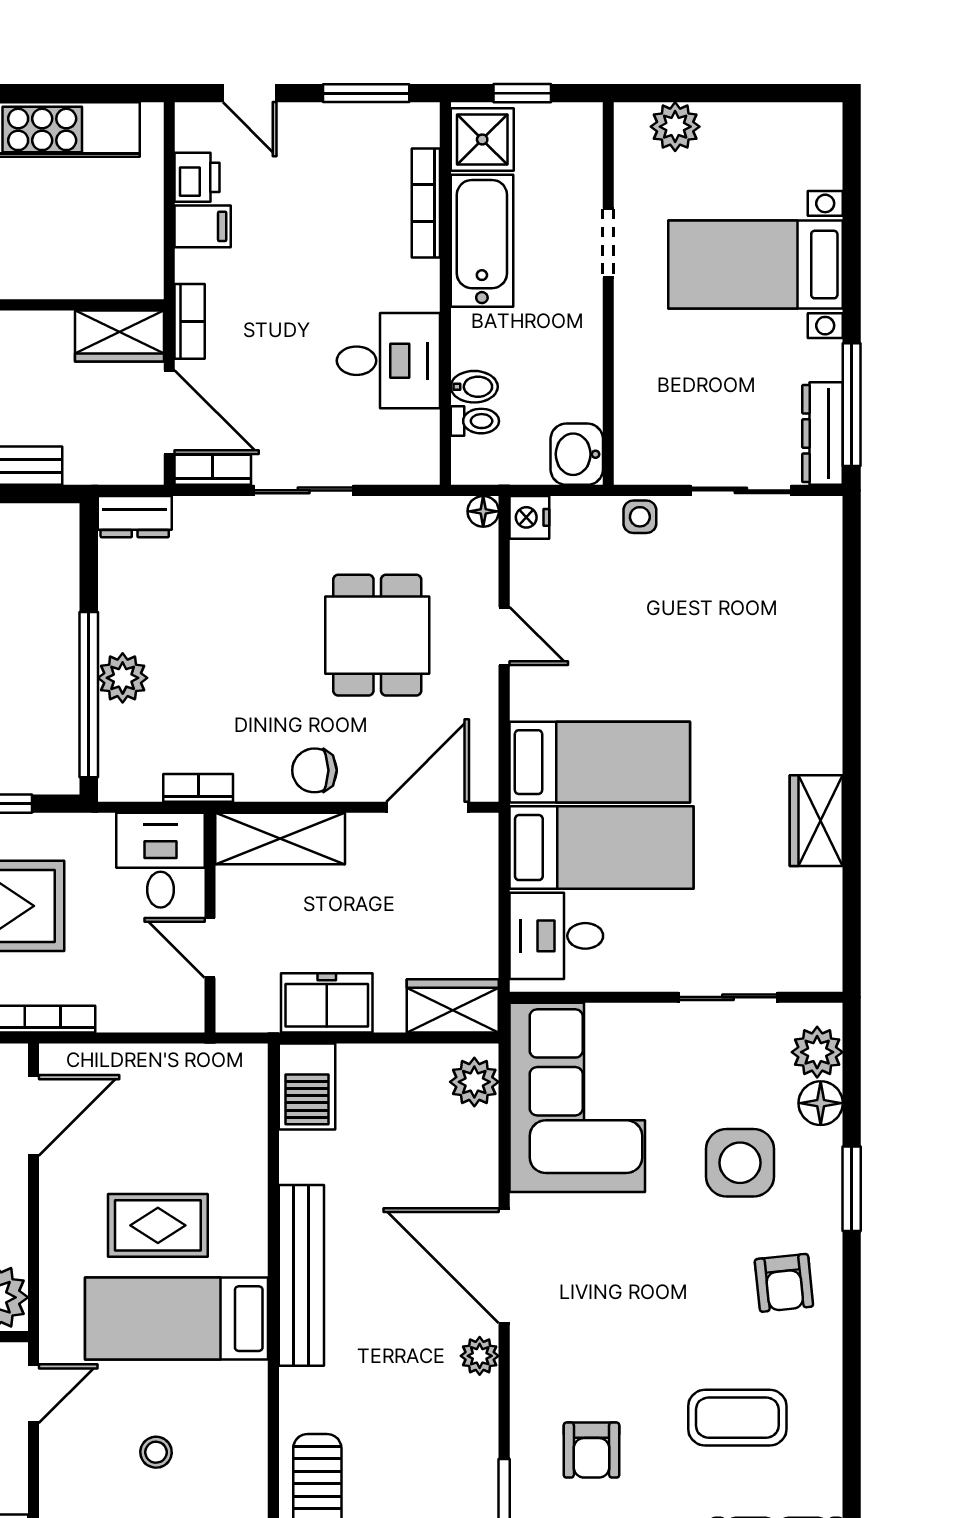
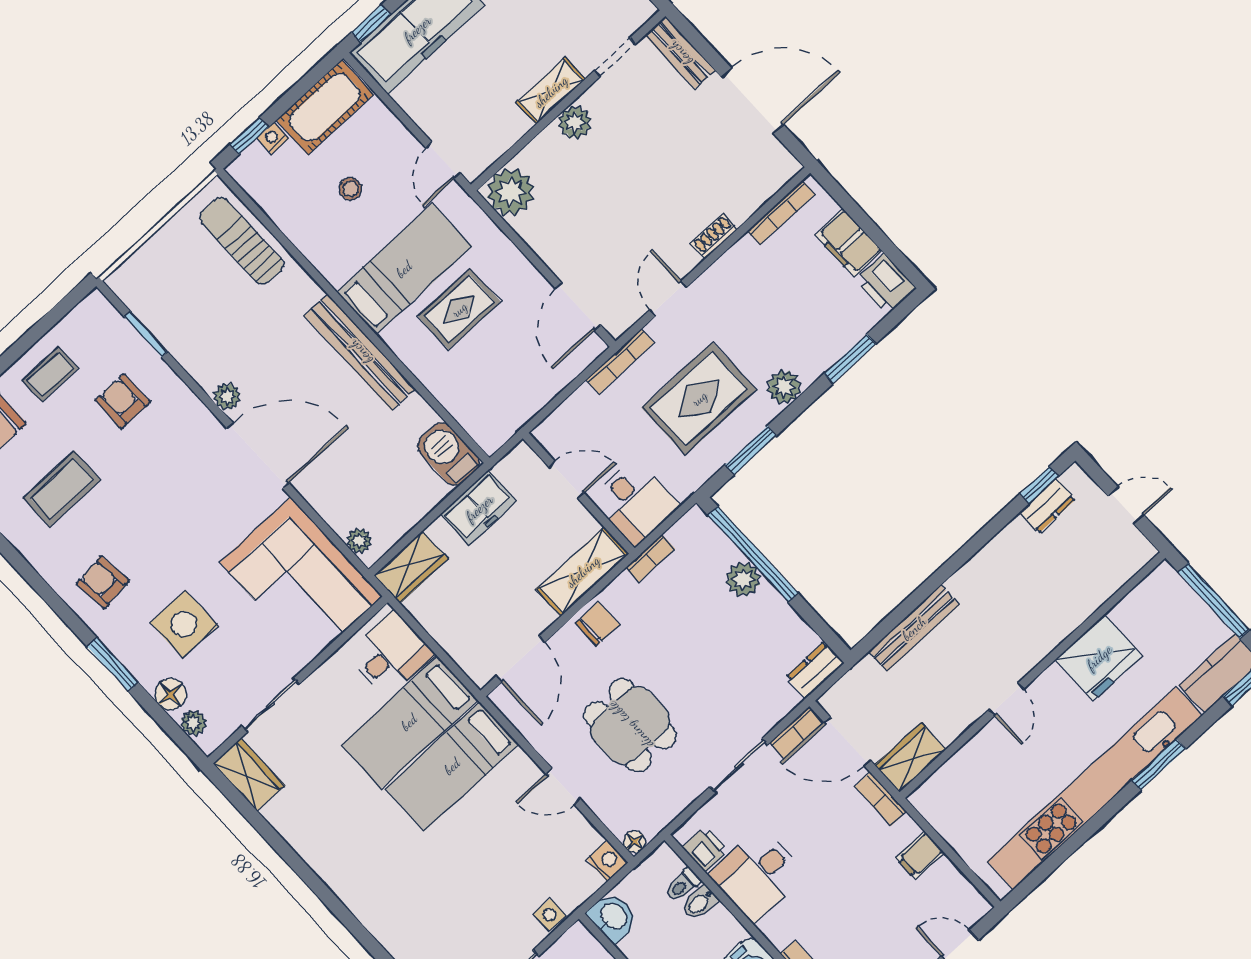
printer: (197, 177) -> (705, 849), moved, turned 180
wardrobe: (816, 821) -> (249, 775), moved
plant: (817, 1052) -> (193, 723), width x0.73, depth x0.73
plant: (474, 1082) -> (359, 541), width x0.73, depth x0.73

